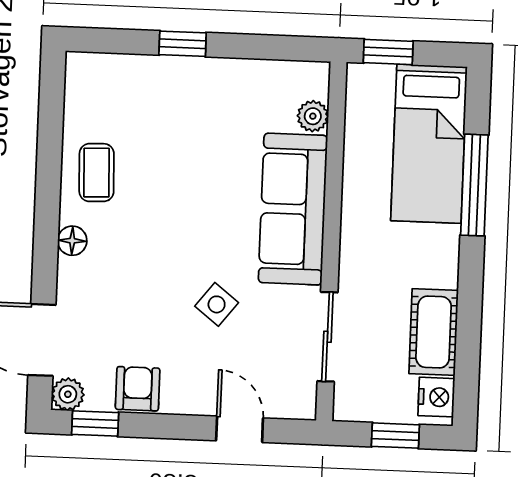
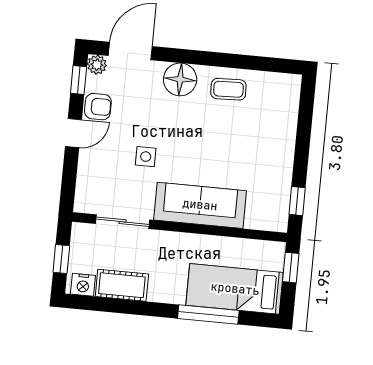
window: (183, 44) -> (297, 201), moved
plant: (313, 116) -> (255, 220), removed
floor lamp: (72, 241) -> (180, 79), width x1.89, depth x1.89
side table: (217, 304) -> (146, 157), turned -38
door: (240, 429) -> (73, 133), moved

